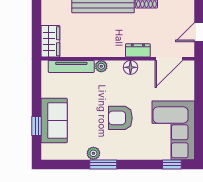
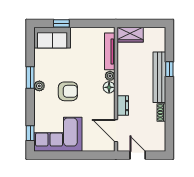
floor lamp: (130, 67) -> (109, 87), moved
armchair: (120, 118) -> (68, 91), turned 90
sofa: (54, 121) -> (52, 38), moved
plant: (93, 153) -> (39, 86), moved

